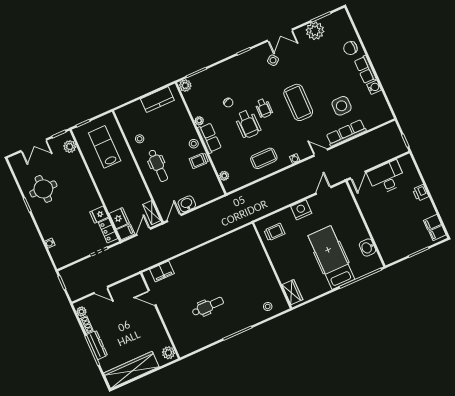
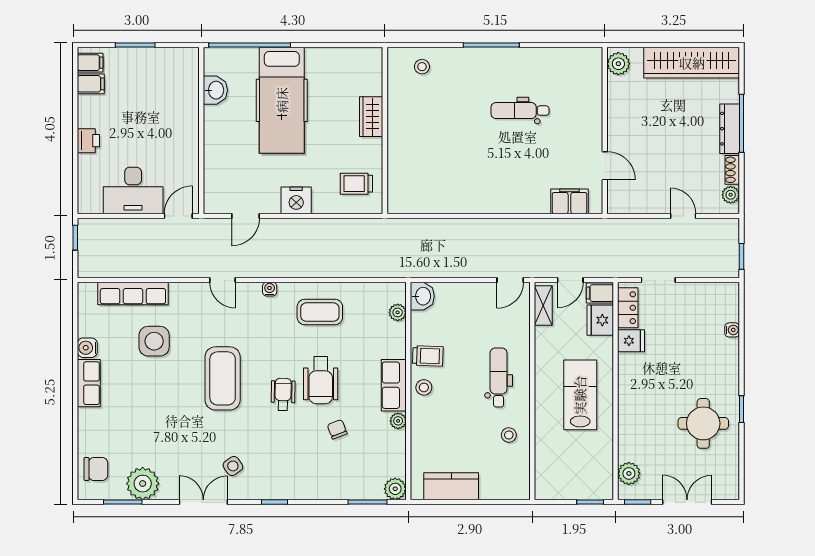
chair: (350, 48) -> (96, 469), moved
wheelchair: (248, 124) -> (321, 380), turned 180
row of seats: (346, 133) -> (133, 293), moved
lab bench: (105, 147) -> (580, 395), moved, turned 180
washbasin: (187, 204) -> (422, 296), moved, turned -90
wardrobe: (292, 292) -> (371, 117), moved

